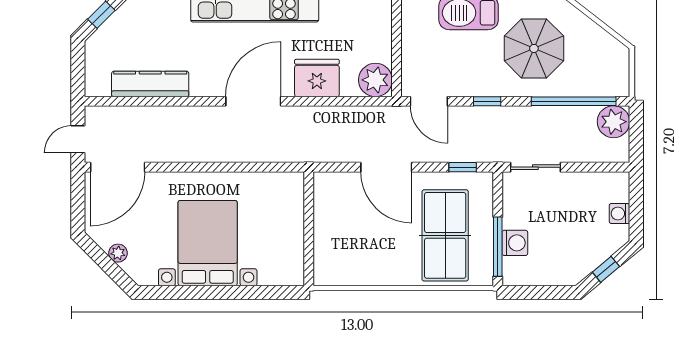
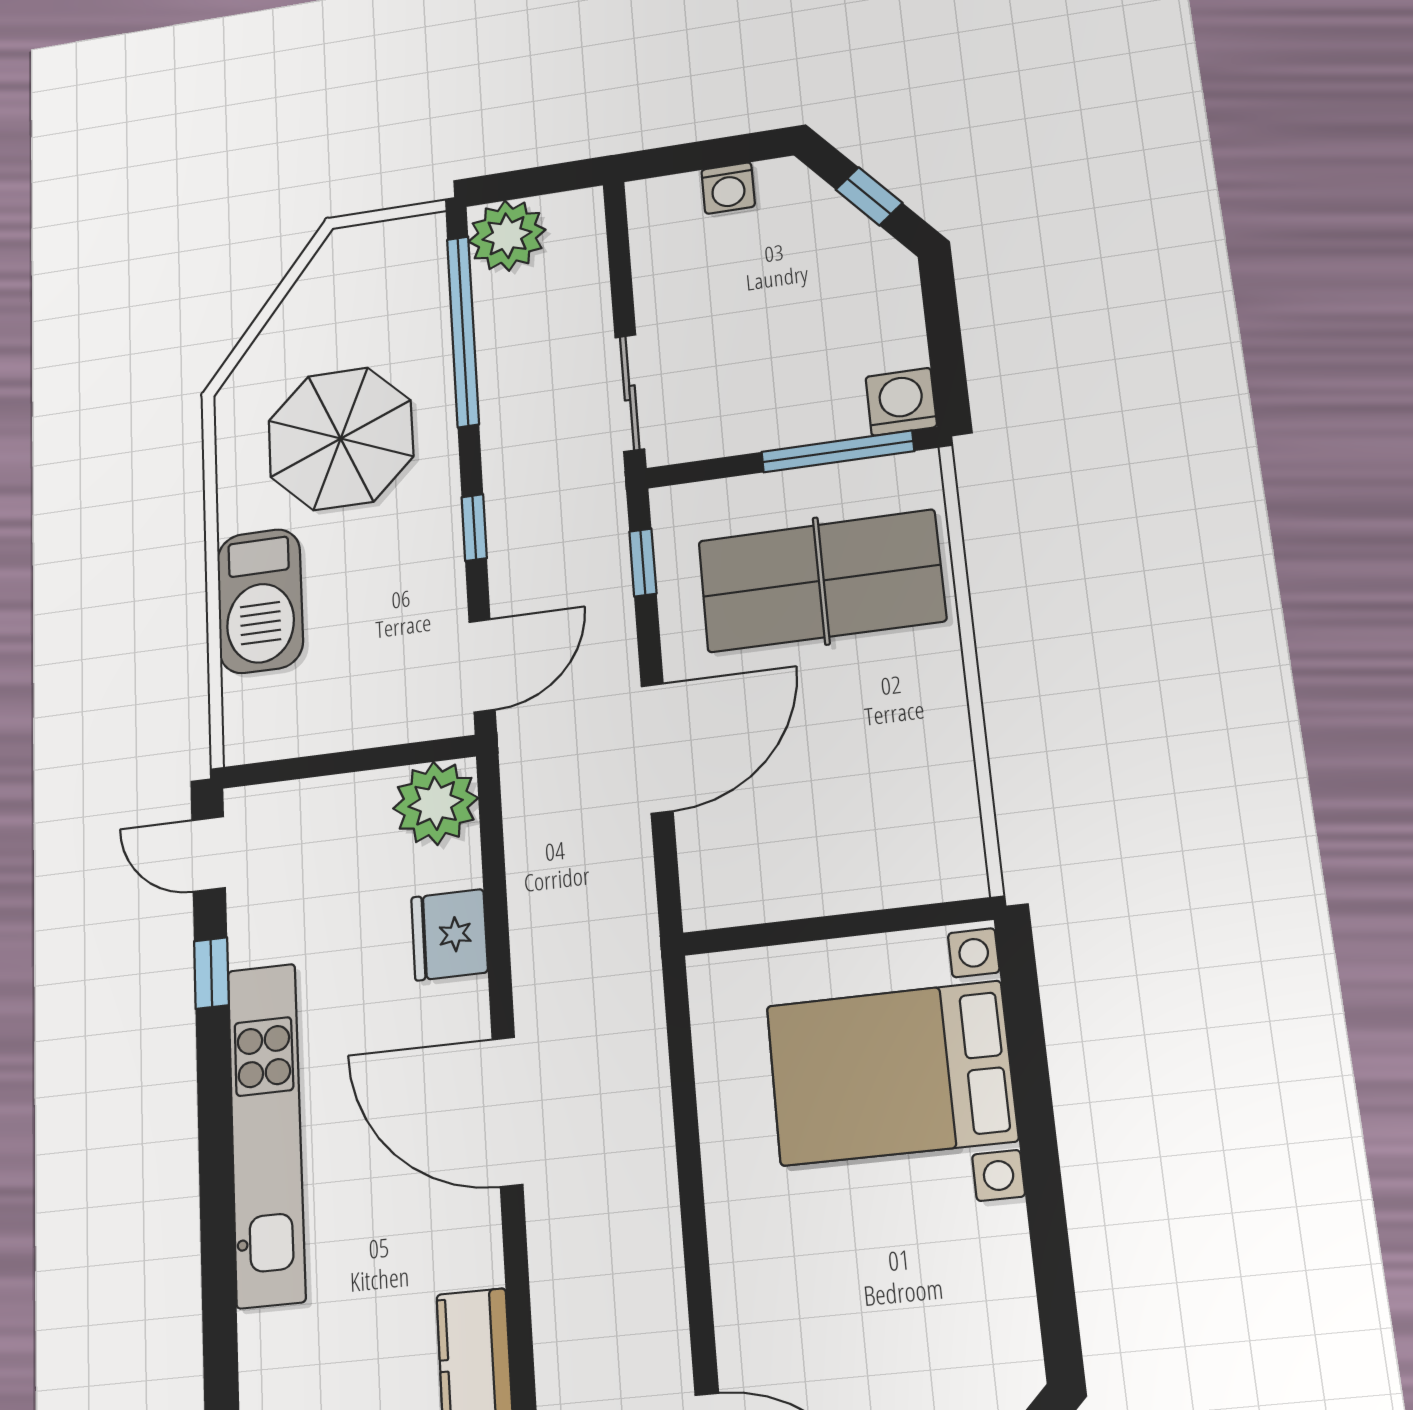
fridge: (317, 78) -> (449, 935), width x0.73, depth x0.75
bed with nightstands: (208, 243) -> (891, 1073), moved
washing machine: (515, 243) -> (901, 402), moved

